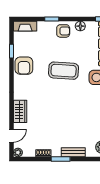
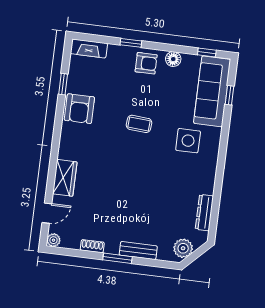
coffee table: (64, 71) -> (139, 124), width x0.54, depth x0.58

